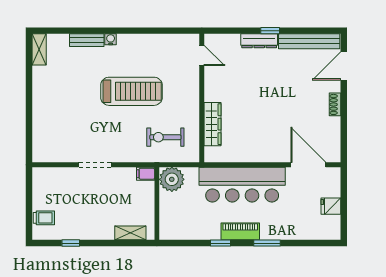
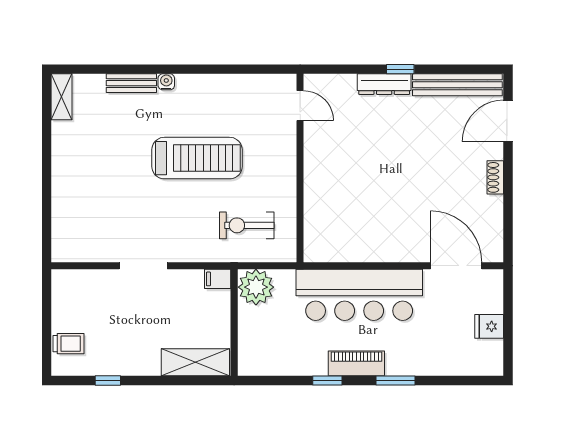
wardrobe: (213, 124) -> (316, 206), removed
shelving: (130, 233) -> (195, 362), width x1.50, depth x1.33

